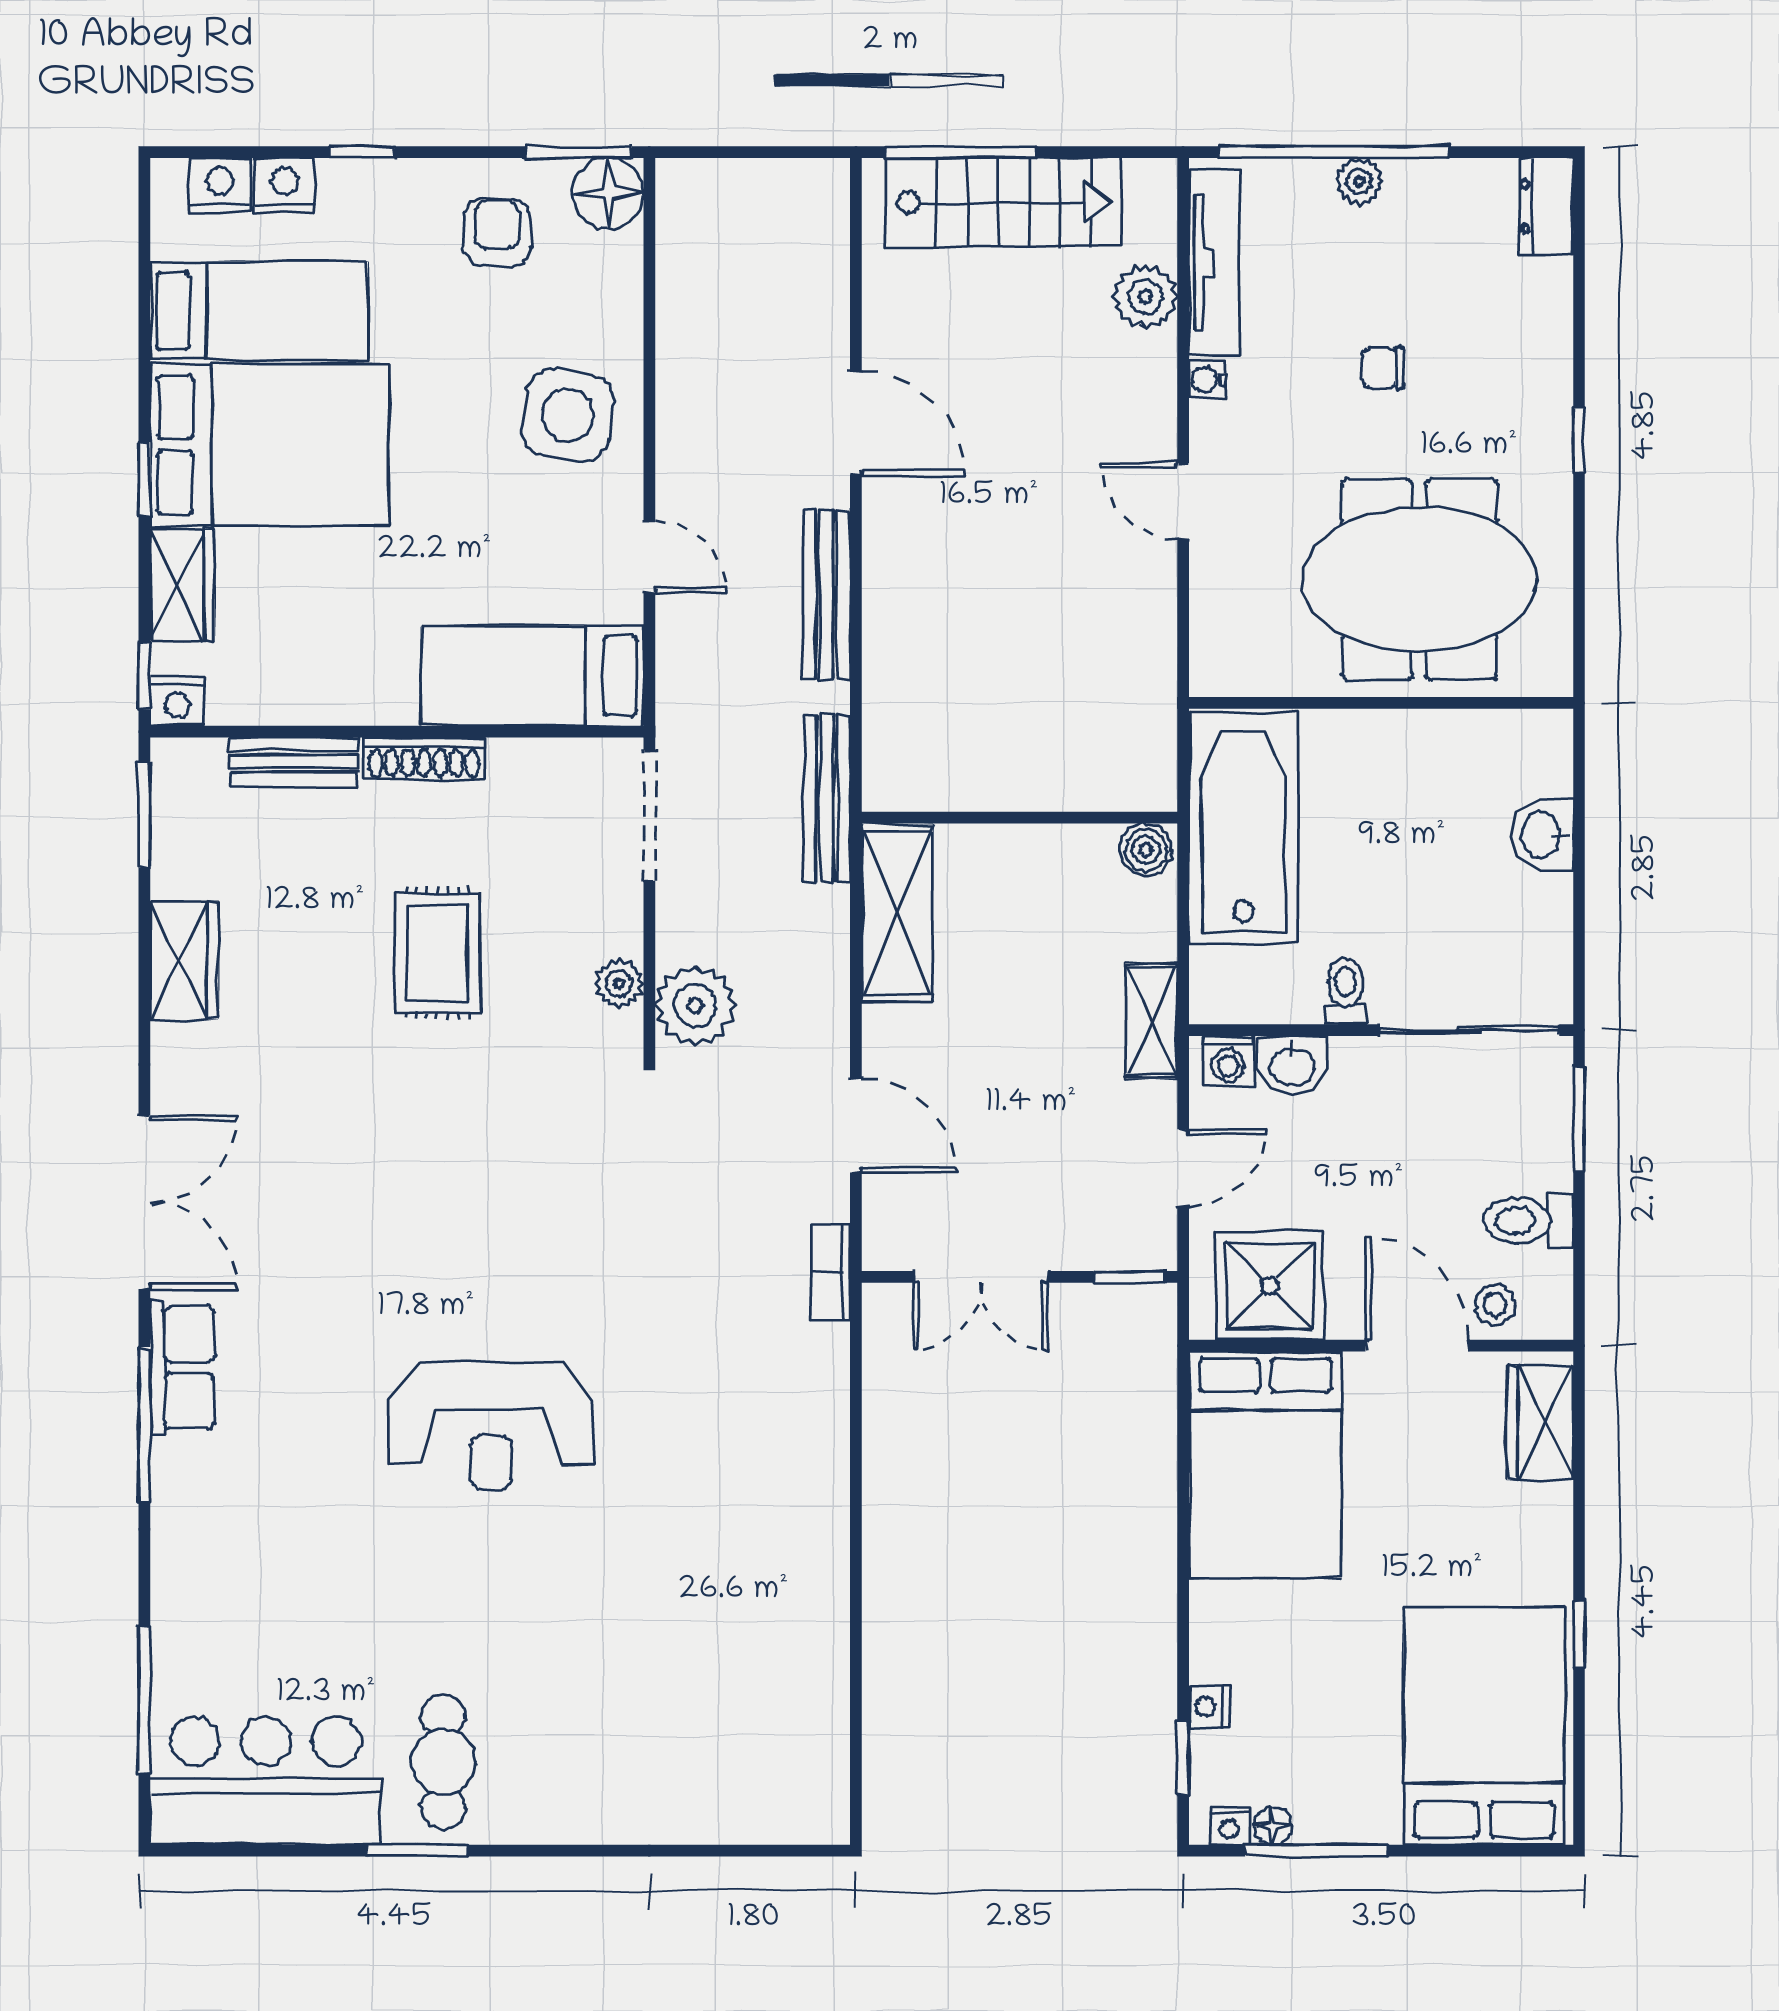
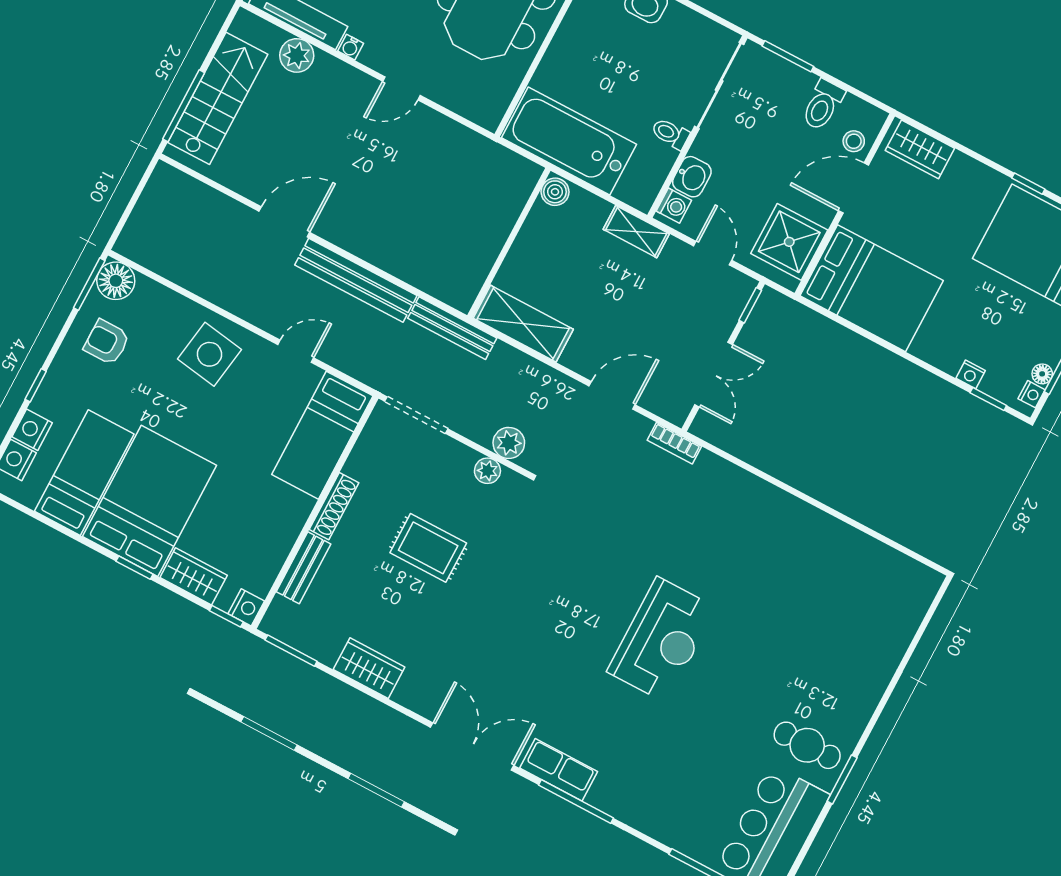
bench: (826, 595) -> (356, 280), width x1.37, depth x1.21
plant: (695, 1006) -> (509, 443), width x0.73, depth x0.73

